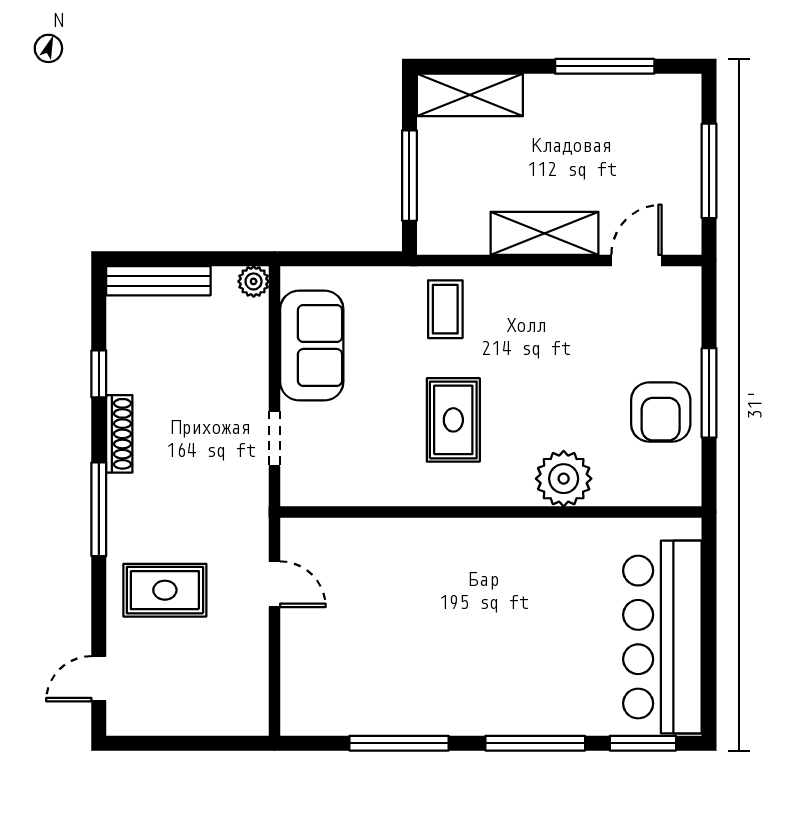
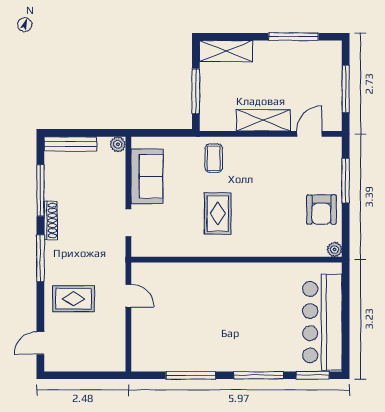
window: (99, 374) -> (40, 191), width x2.17
window: (709, 393) -> (346, 181), moved
plant: (564, 479) -> (335, 249), moved, width x0.53, depth x0.53

